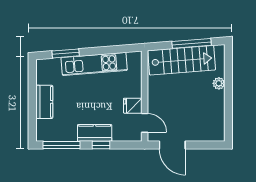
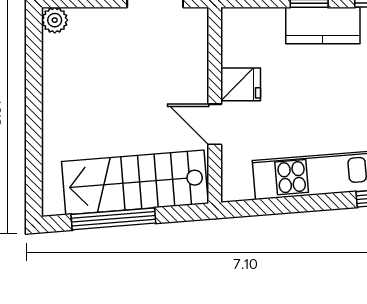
plant: (219, 83) -> (55, 20), moved
door: (145, 123) -> (215, 124), moved

